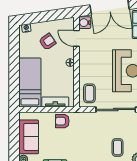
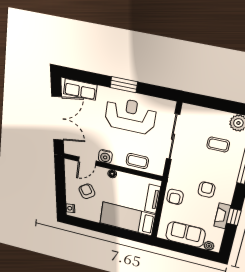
water cooler: (85, 23) -> (105, 156), moved
coffee table: (89, 93) -> (137, 161), moved
armchair: (76, 146) -> (207, 190), added

